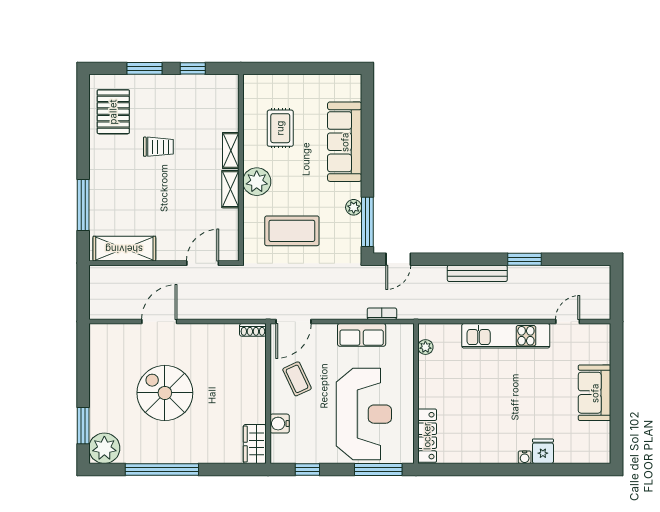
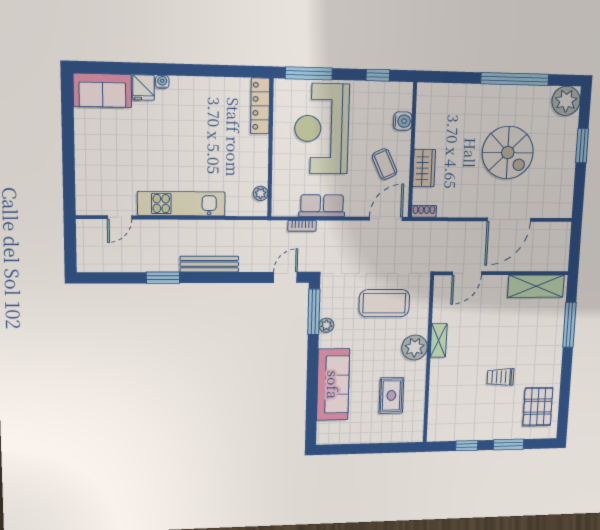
shelving: (231, 151) -> (437, 375), removed
door: (159, 321) -> (509, 220), width x1.36
sofa: (595, 393) -> (102, 90), moved, turned 90
window: (83, 426) -> (582, 145), moved
wardrobe: (255, 444) -> (424, 168), moved

